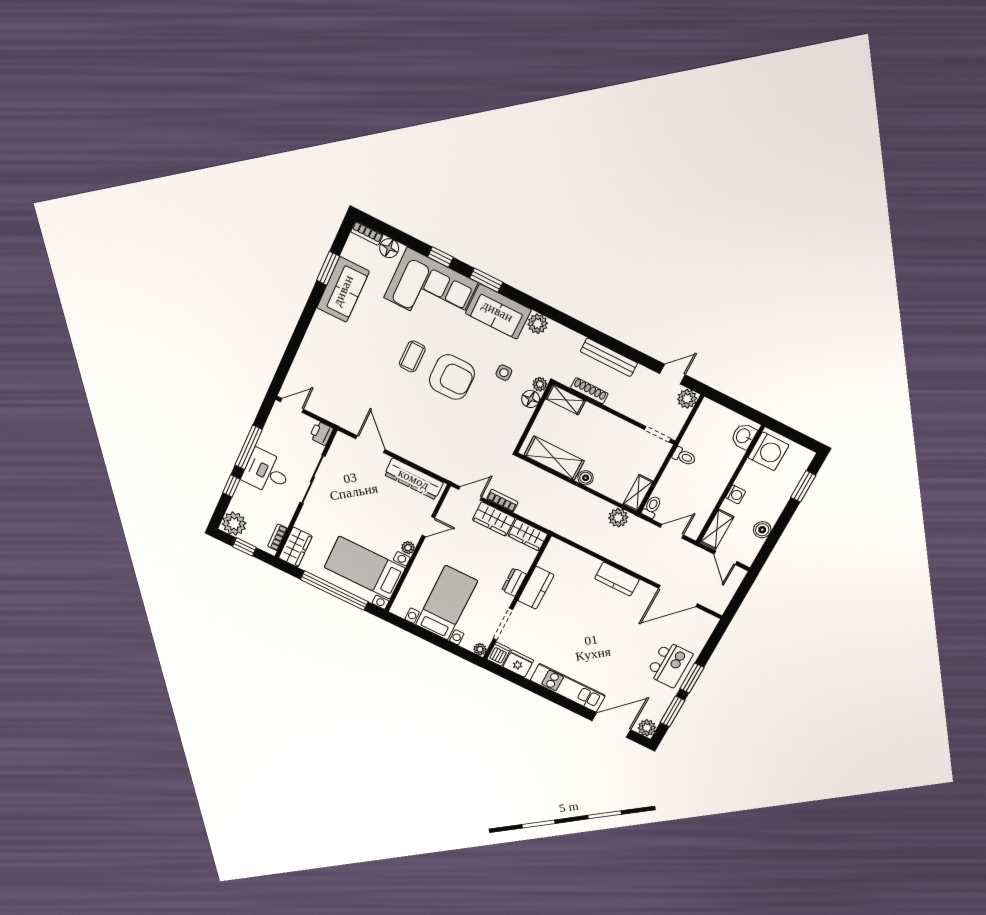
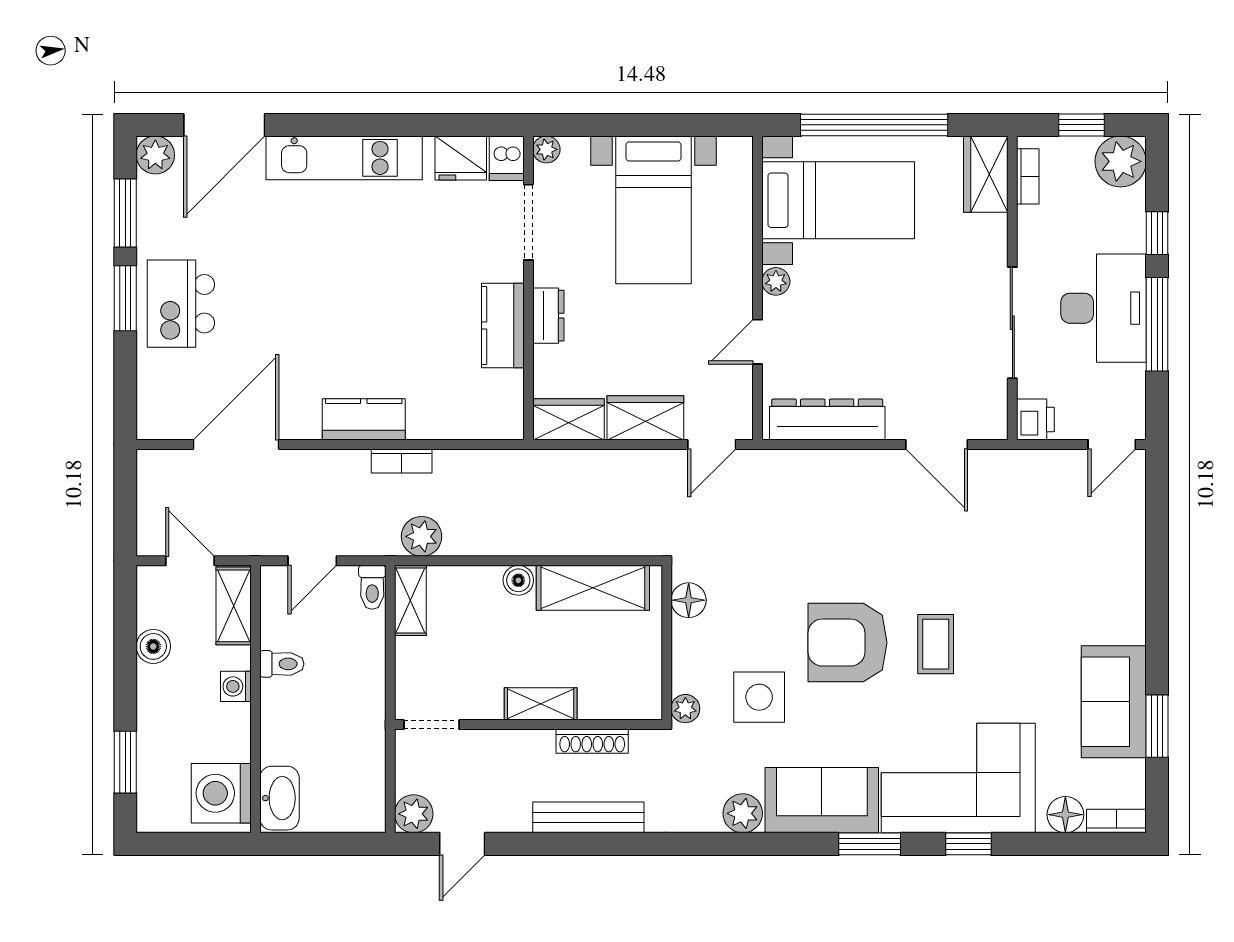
side table: (504, 373) -> (759, 697), width x1.87, depth x1.87
floor lamp: (531, 399) -> (689, 600), moved
shelving: (566, 400) -> (541, 704), moved
washbasin: (744, 436) -> (279, 798), width x1.38
toilet: (684, 456) -> (282, 664), moved, turned 180
desk: (266, 472) -> (1104, 308), width x1.37
bookcase: (502, 501) -> (402, 461), moved

